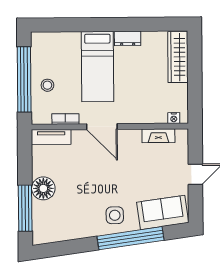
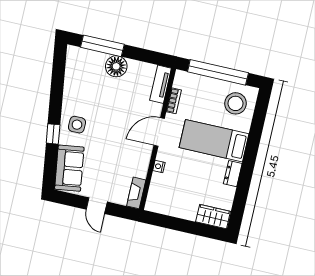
wardrobe: (178, 57) -> (213, 217), width x0.67
stool: (47, 85) -> (236, 103), moved, width x1.89, depth x1.89
nightstand: (174, 118) -> (159, 166), moved
fireplace: (158, 136) -> (136, 193), moved
window: (130, 238) -> (53, 134), width x0.32

